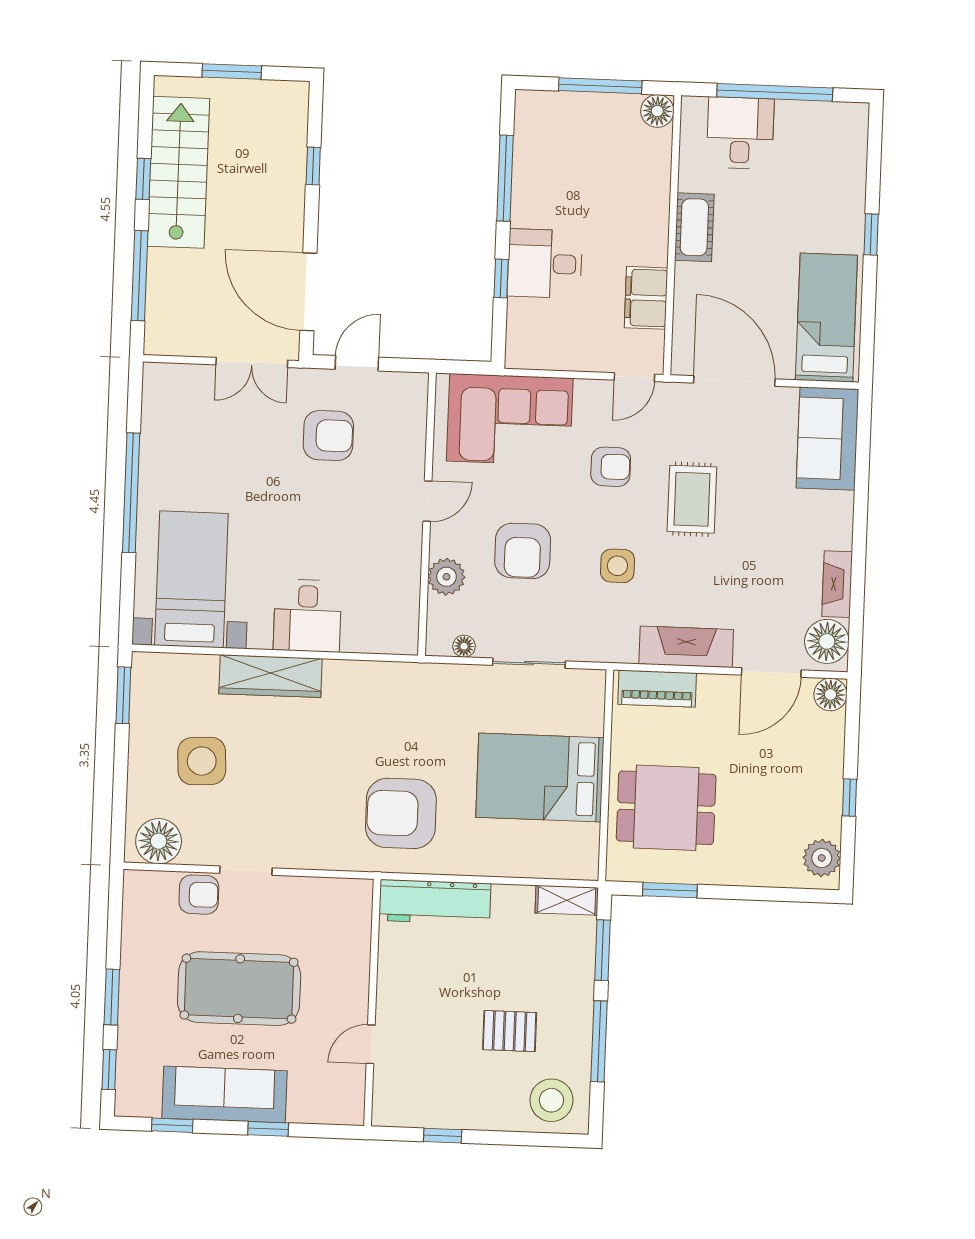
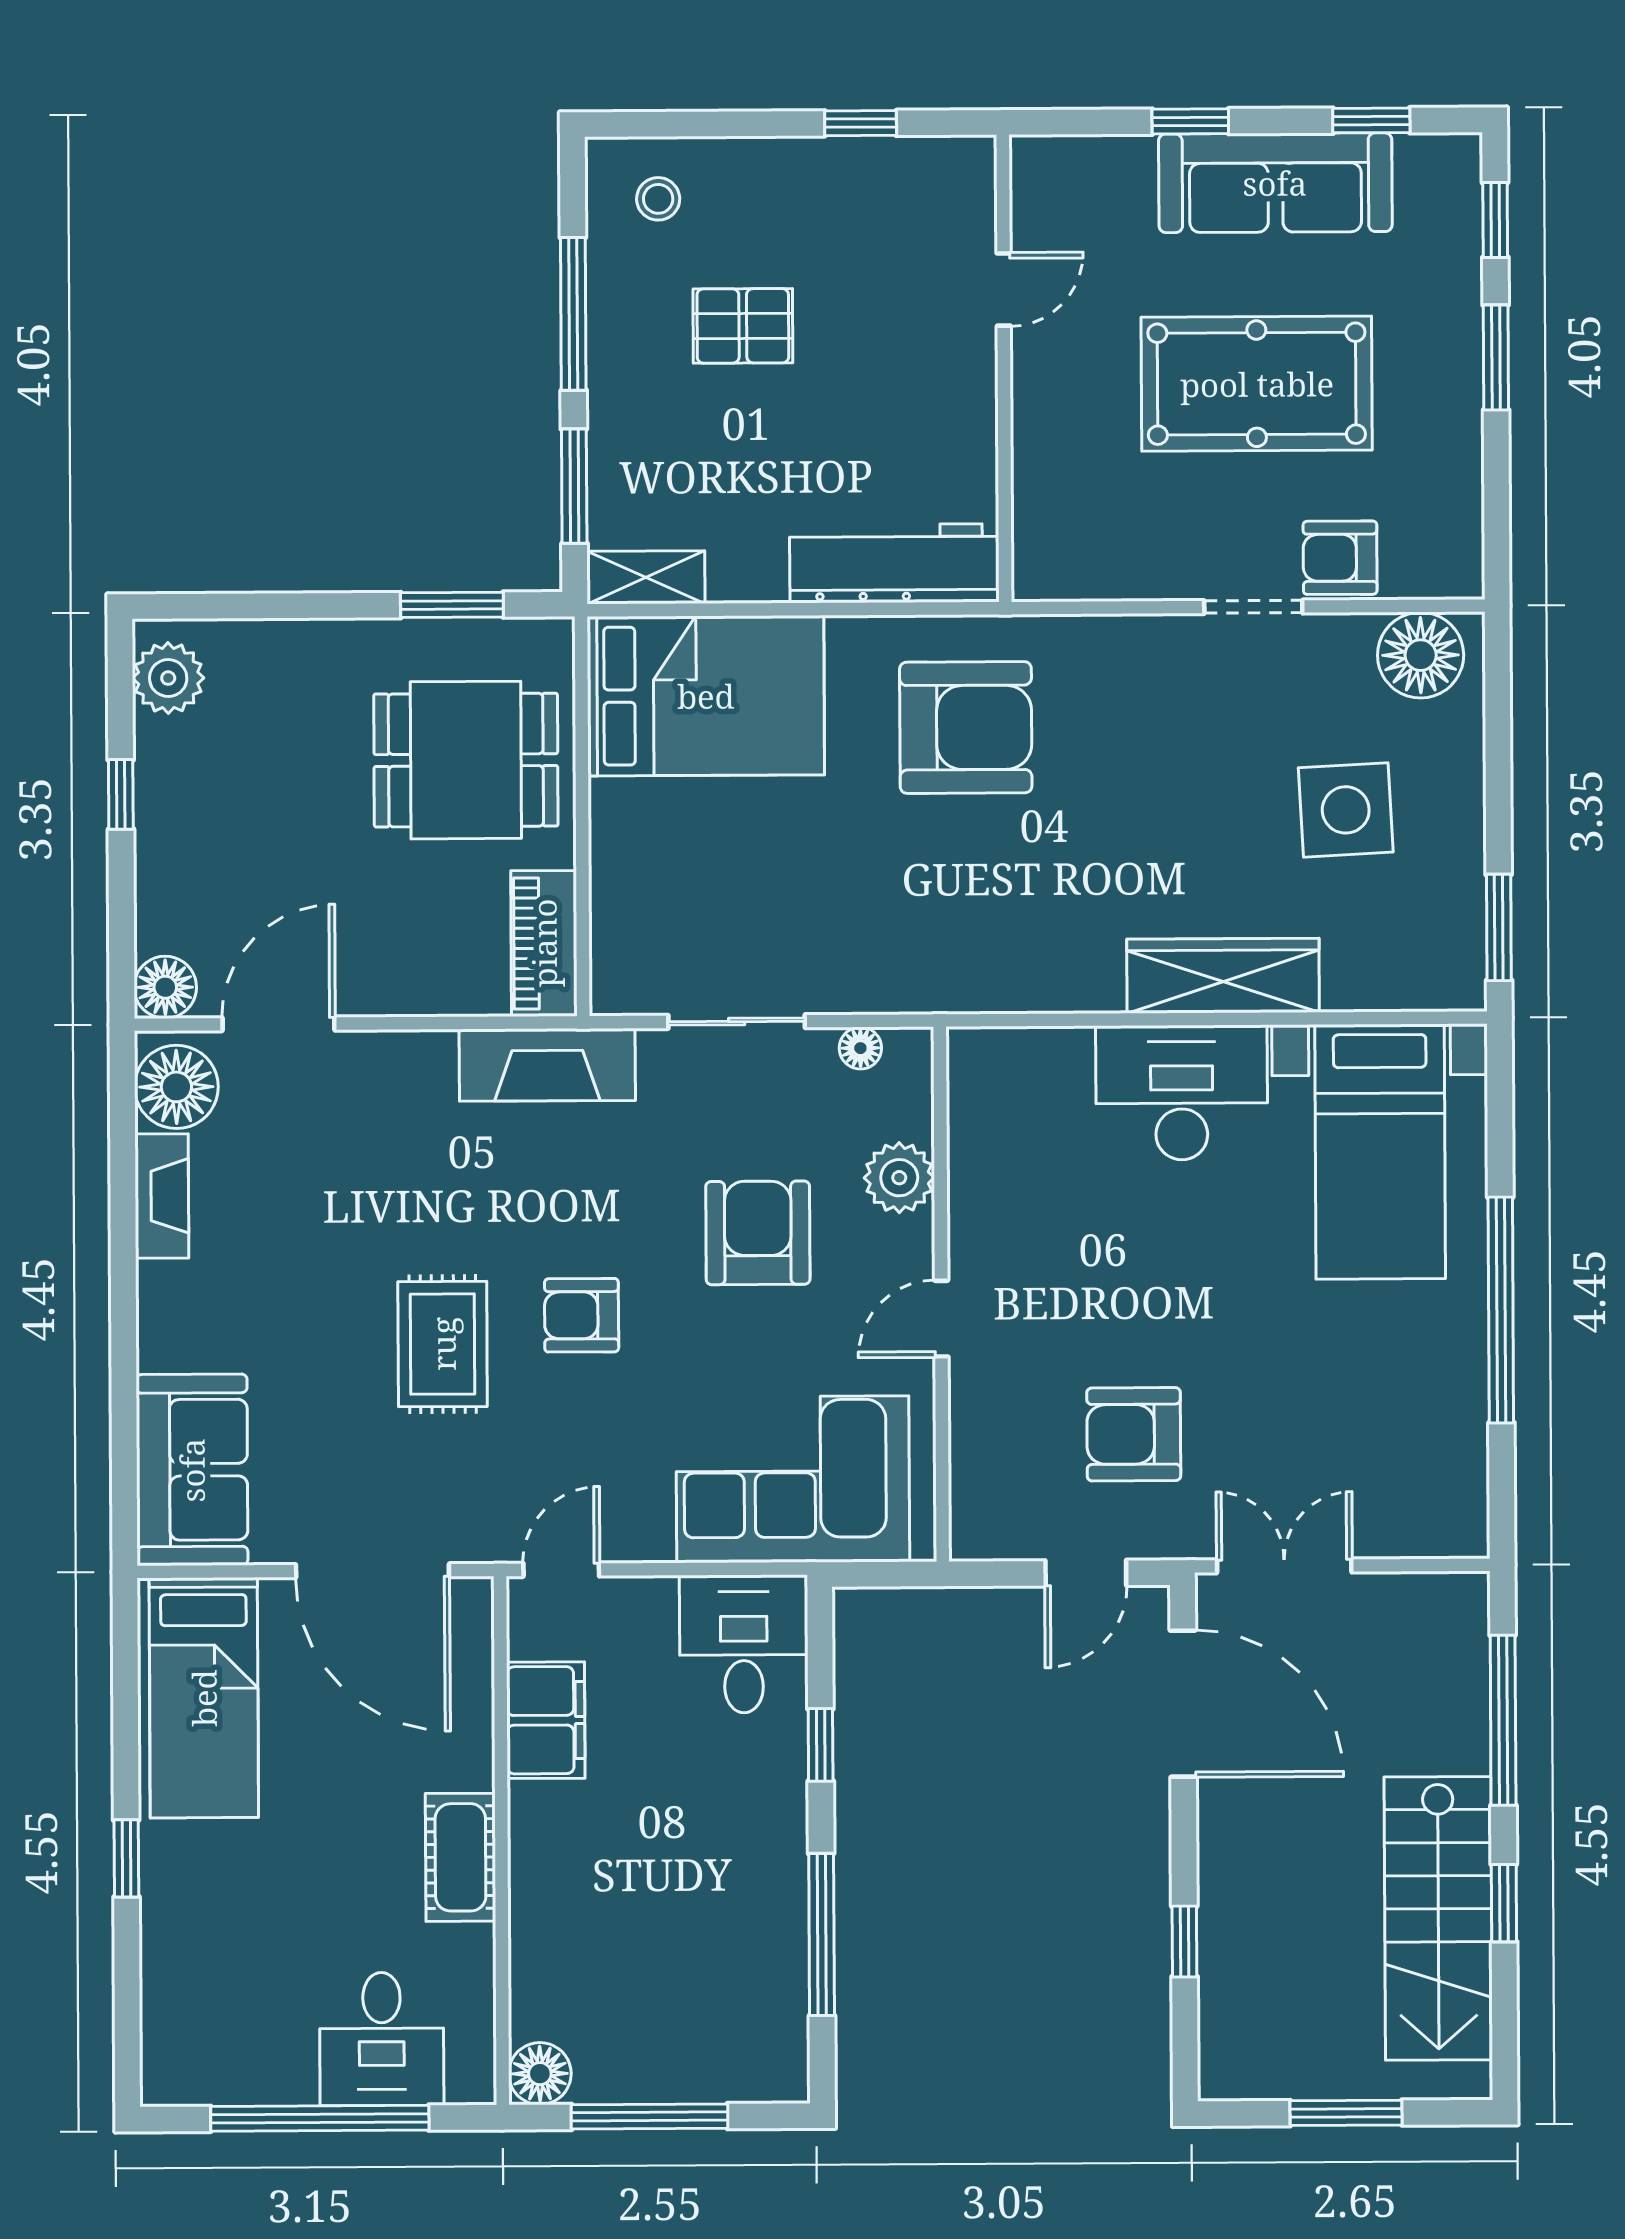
desk: (545, 264) -> (744, 1644), moved, turned -90
armchair: (611, 467) -> (582, 1315), moved
side table: (617, 566) -> (578, 1212), removed
desk: (307, 616) -> (1182, 1093), width x1.37
fireplace: (686, 647) -> (547, 1065), moved
piano: (657, 689) -> (544, 943), moved, turned -90
bed: (540, 777) -> (706, 696), moved
stool: (551, 1100) -> (658, 199), width x0.53, depth x0.53

